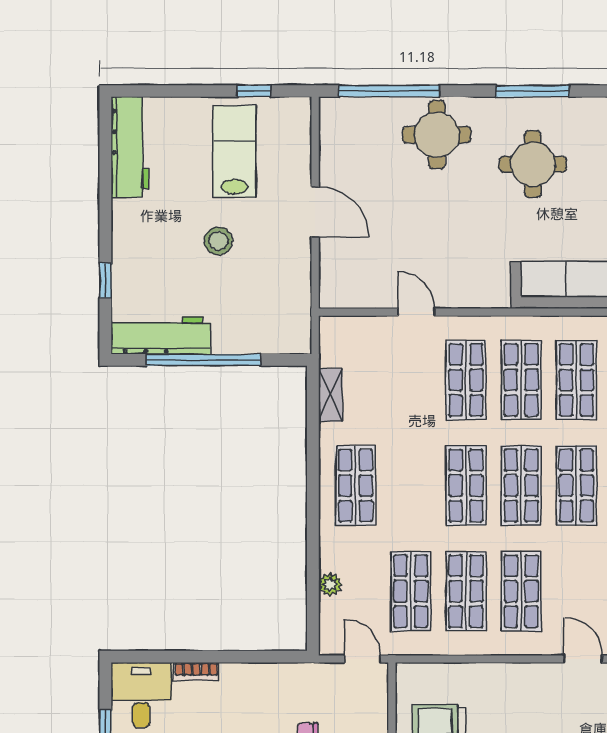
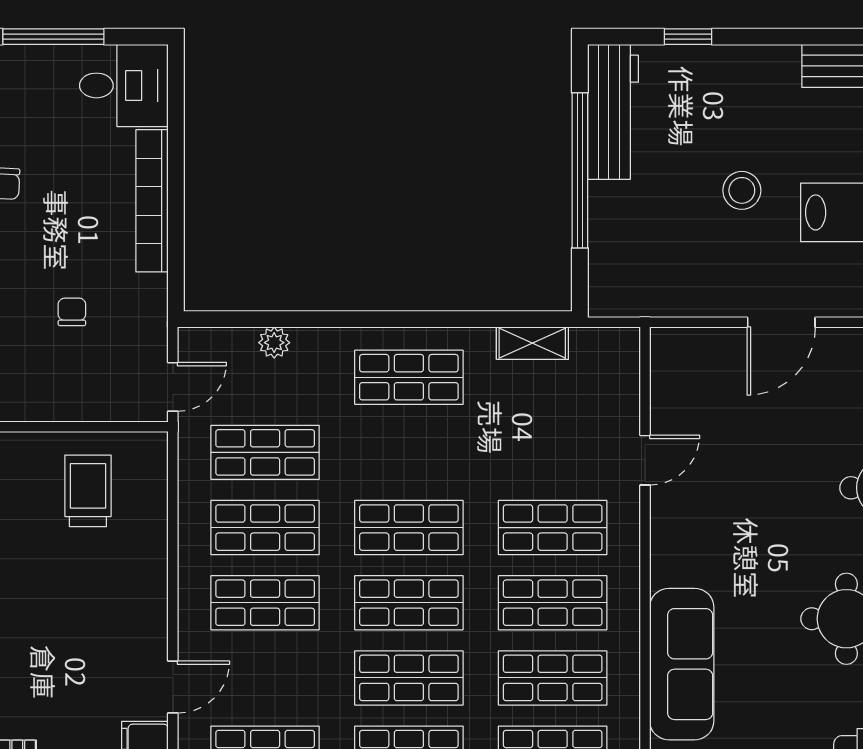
bookcase: (196, 671) -> (152, 201), width x2.31, depth x1.31

